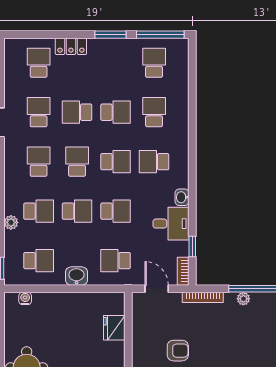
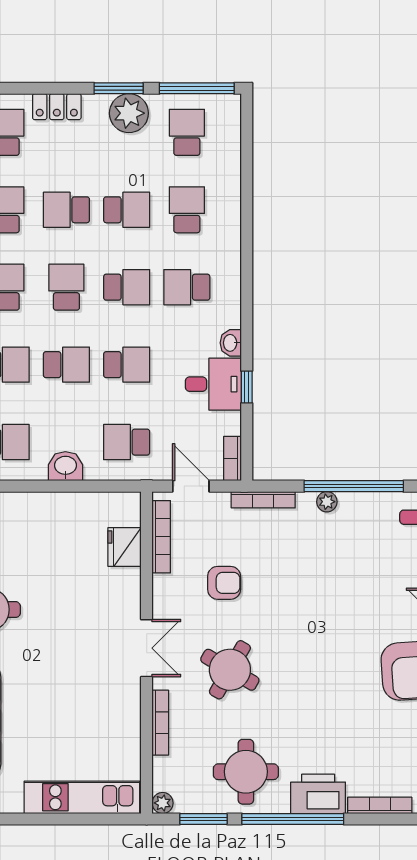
plant: (117, 51) -> (129, 113), added
window: (192, 247) -> (247, 387), moved
bookcase: (138, 321) -> (161, 537), added

